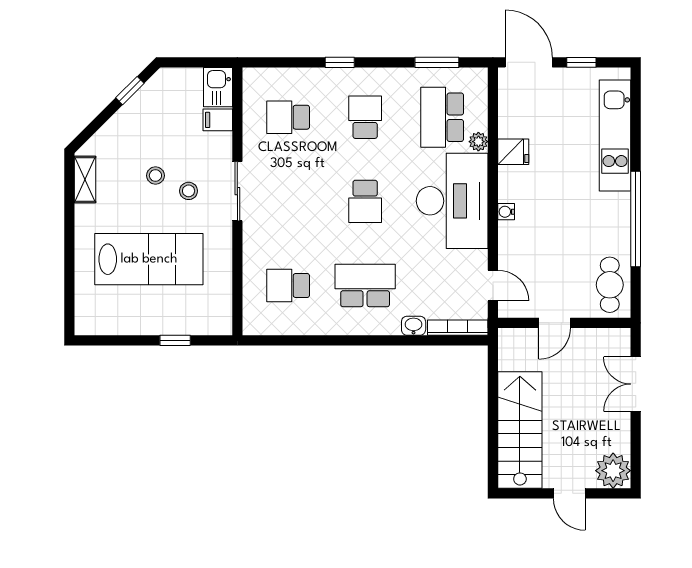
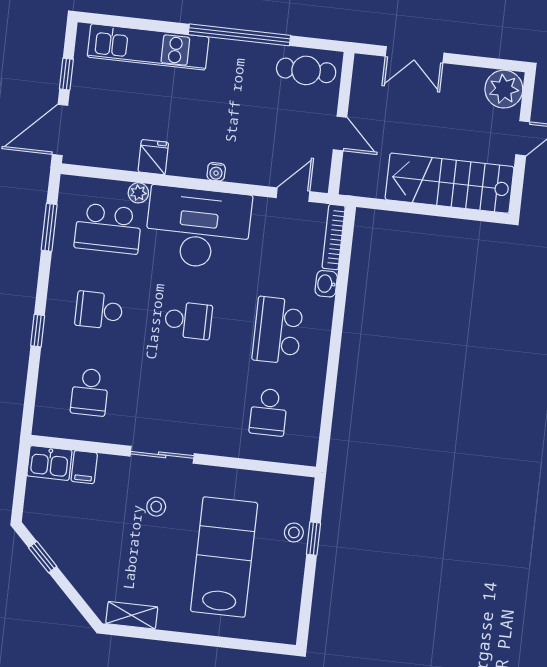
stool: (155, 176) -> (294, 532), moved

